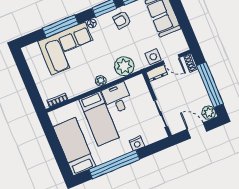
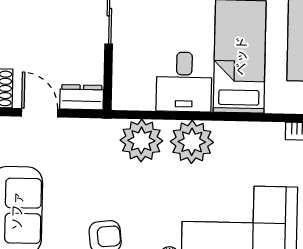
side table: (153, 57) -> (74, 134), removed
plant: (101, 81) -> (192, 142), width x1.88, depth x1.88

